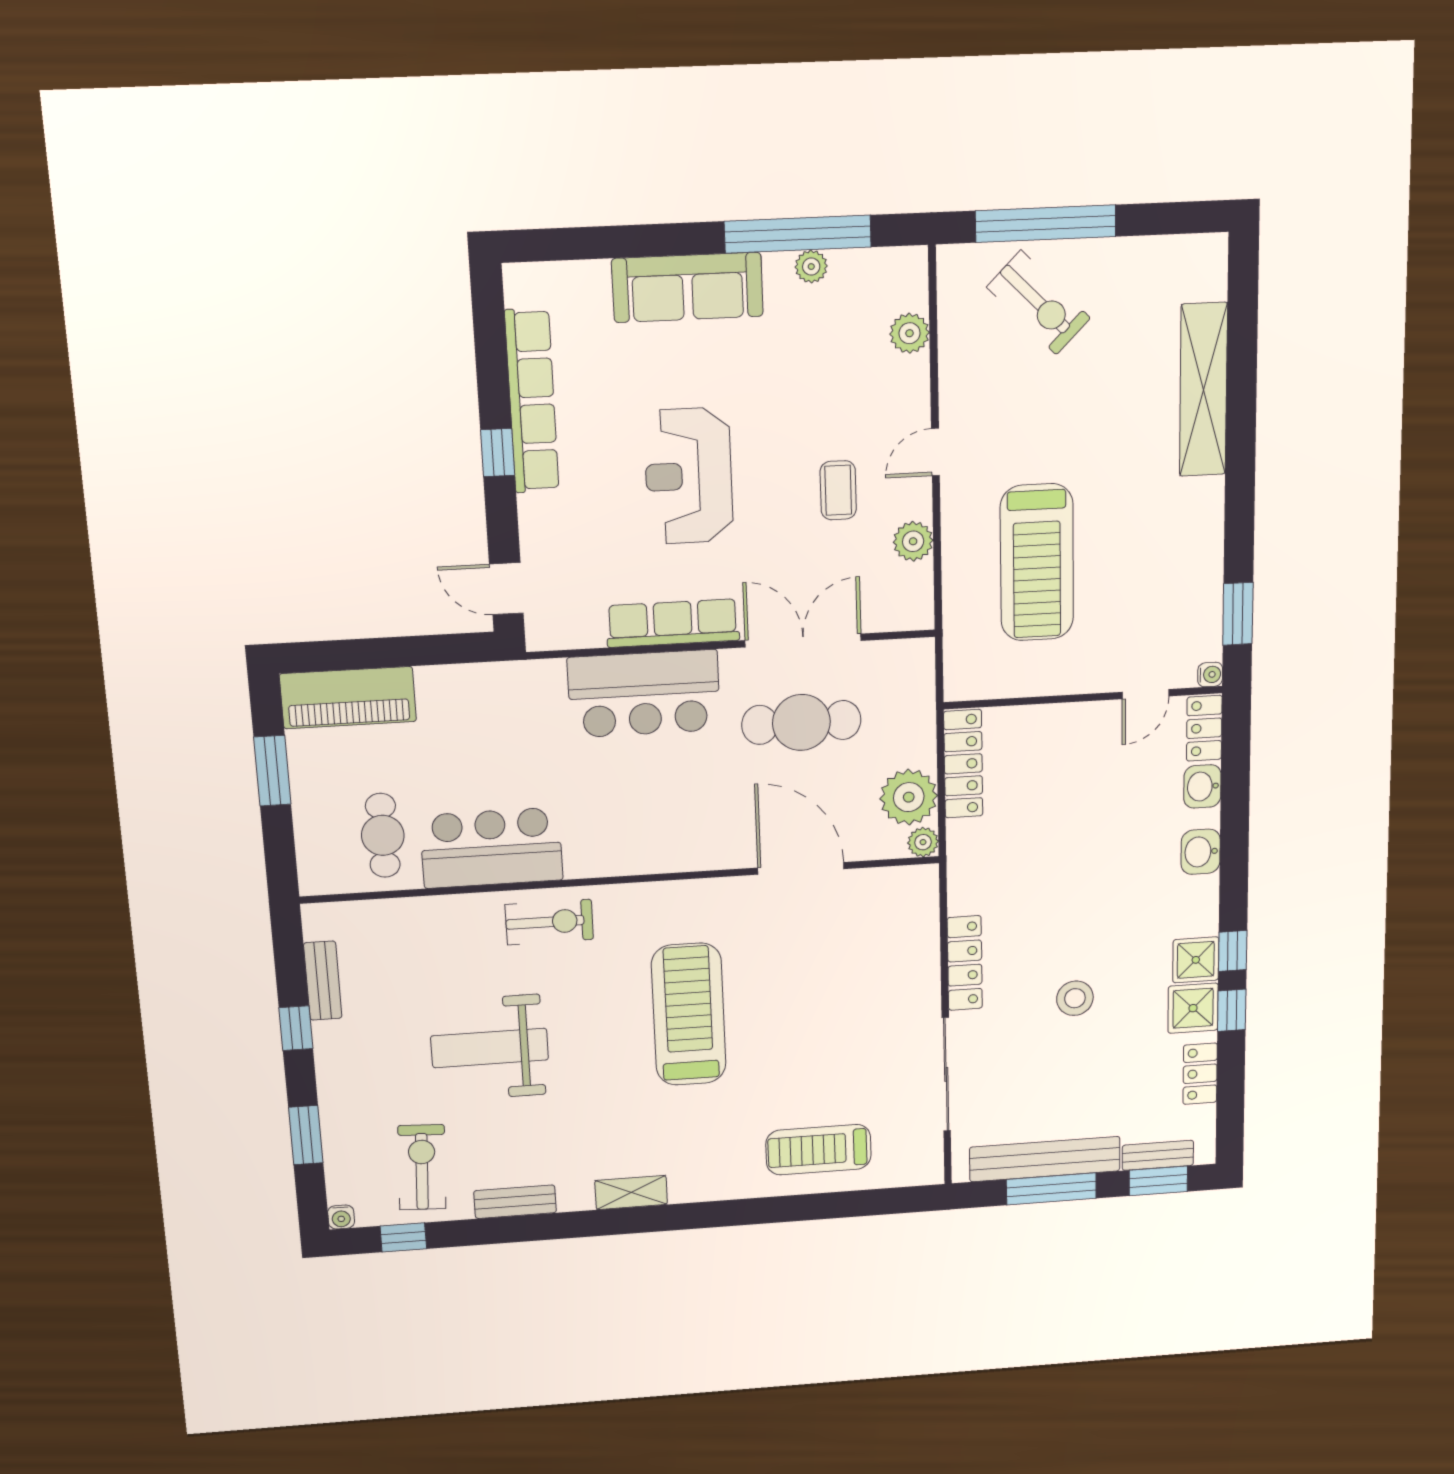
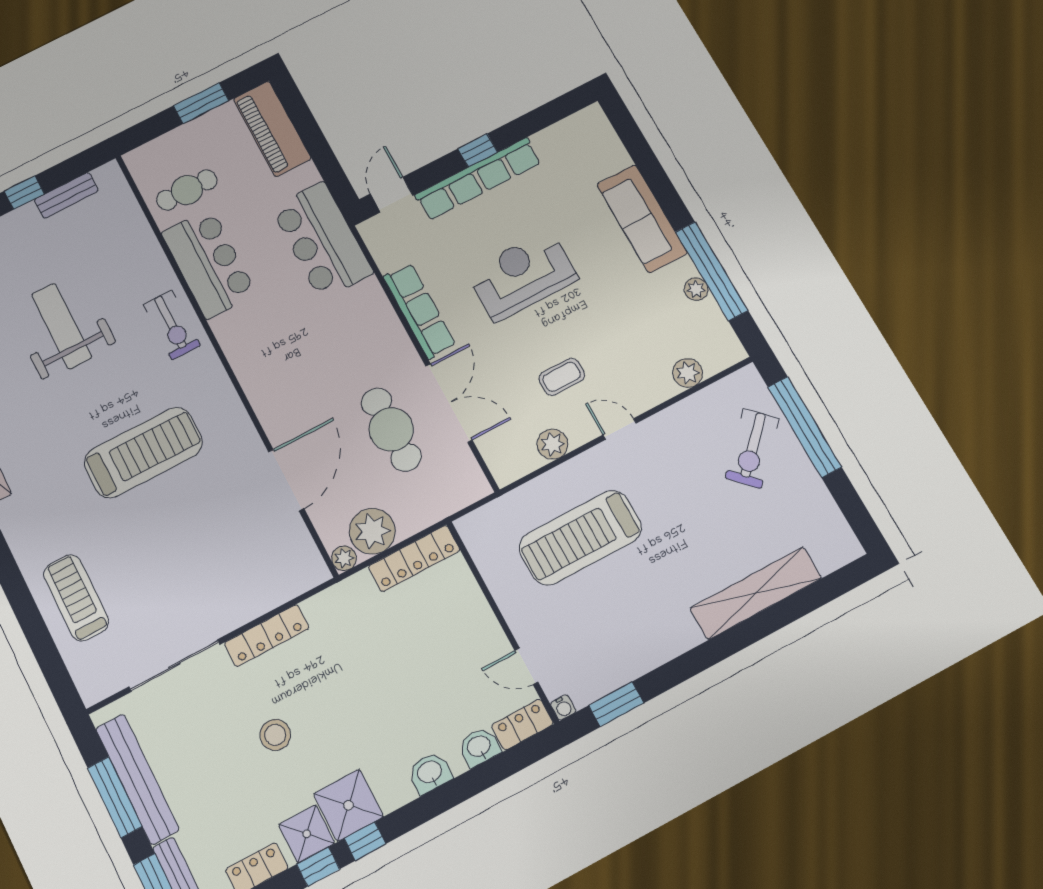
row of seats: (532, 401) -> (478, 179), moved
bar counter: (644, 694) -> (322, 240), moved
shower: (1196, 960) -> (348, 805), width x1.36, depth x1.36

